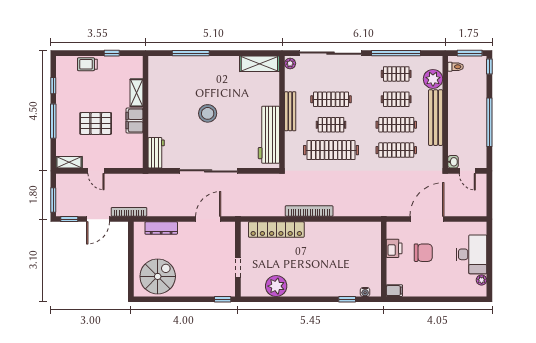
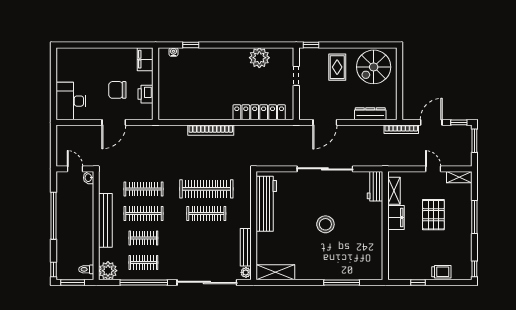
plant: (433, 79) -> (108, 271), moved
window: (53, 86) -> (474, 269), moved
shelving: (137, 93) -> (394, 191), moved
clothes rail: (331, 99) -> (206, 238), removed
bench: (290, 111) -> (246, 247), moved
pallet: (96, 123) -> (433, 215), turned 90
clothes rail: (331, 125) -> (206, 213), width x1.36
bookcase: (309, 211) -> (211, 130), moved
door: (427, 219) -> (114, 122), width x0.73
desk: (471, 254) -> (71, 101), moved
rug: (195, 276) -> (337, 67), added
plant: (482, 280) -> (61, 64), removed
filing cabinet: (394, 291) -> (145, 59), width x2.00

